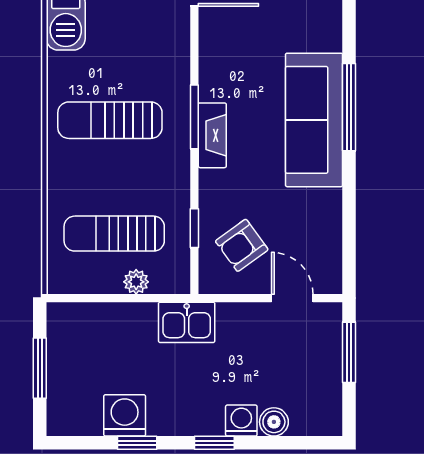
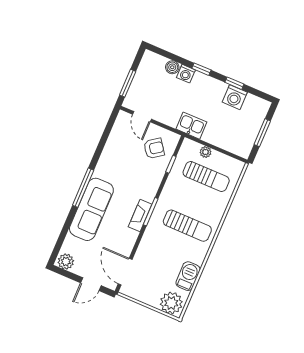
sofa: (314, 120) -> (91, 209), moved
fireplace: (212, 135) -> (140, 216), moved

